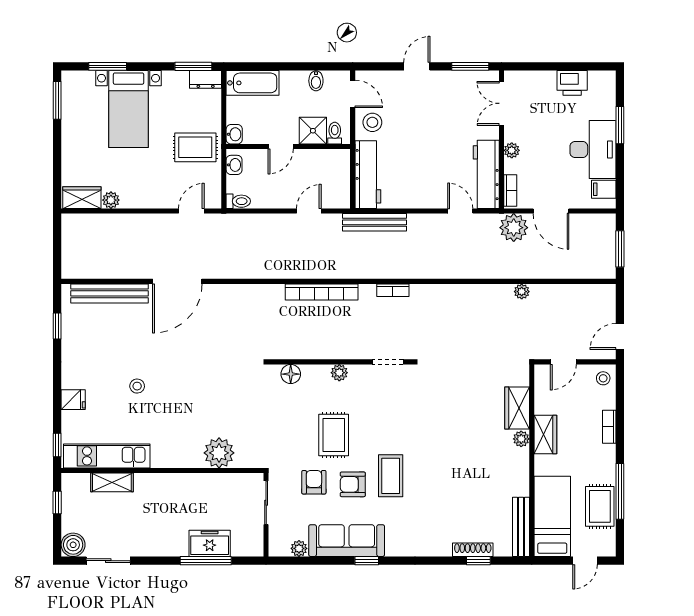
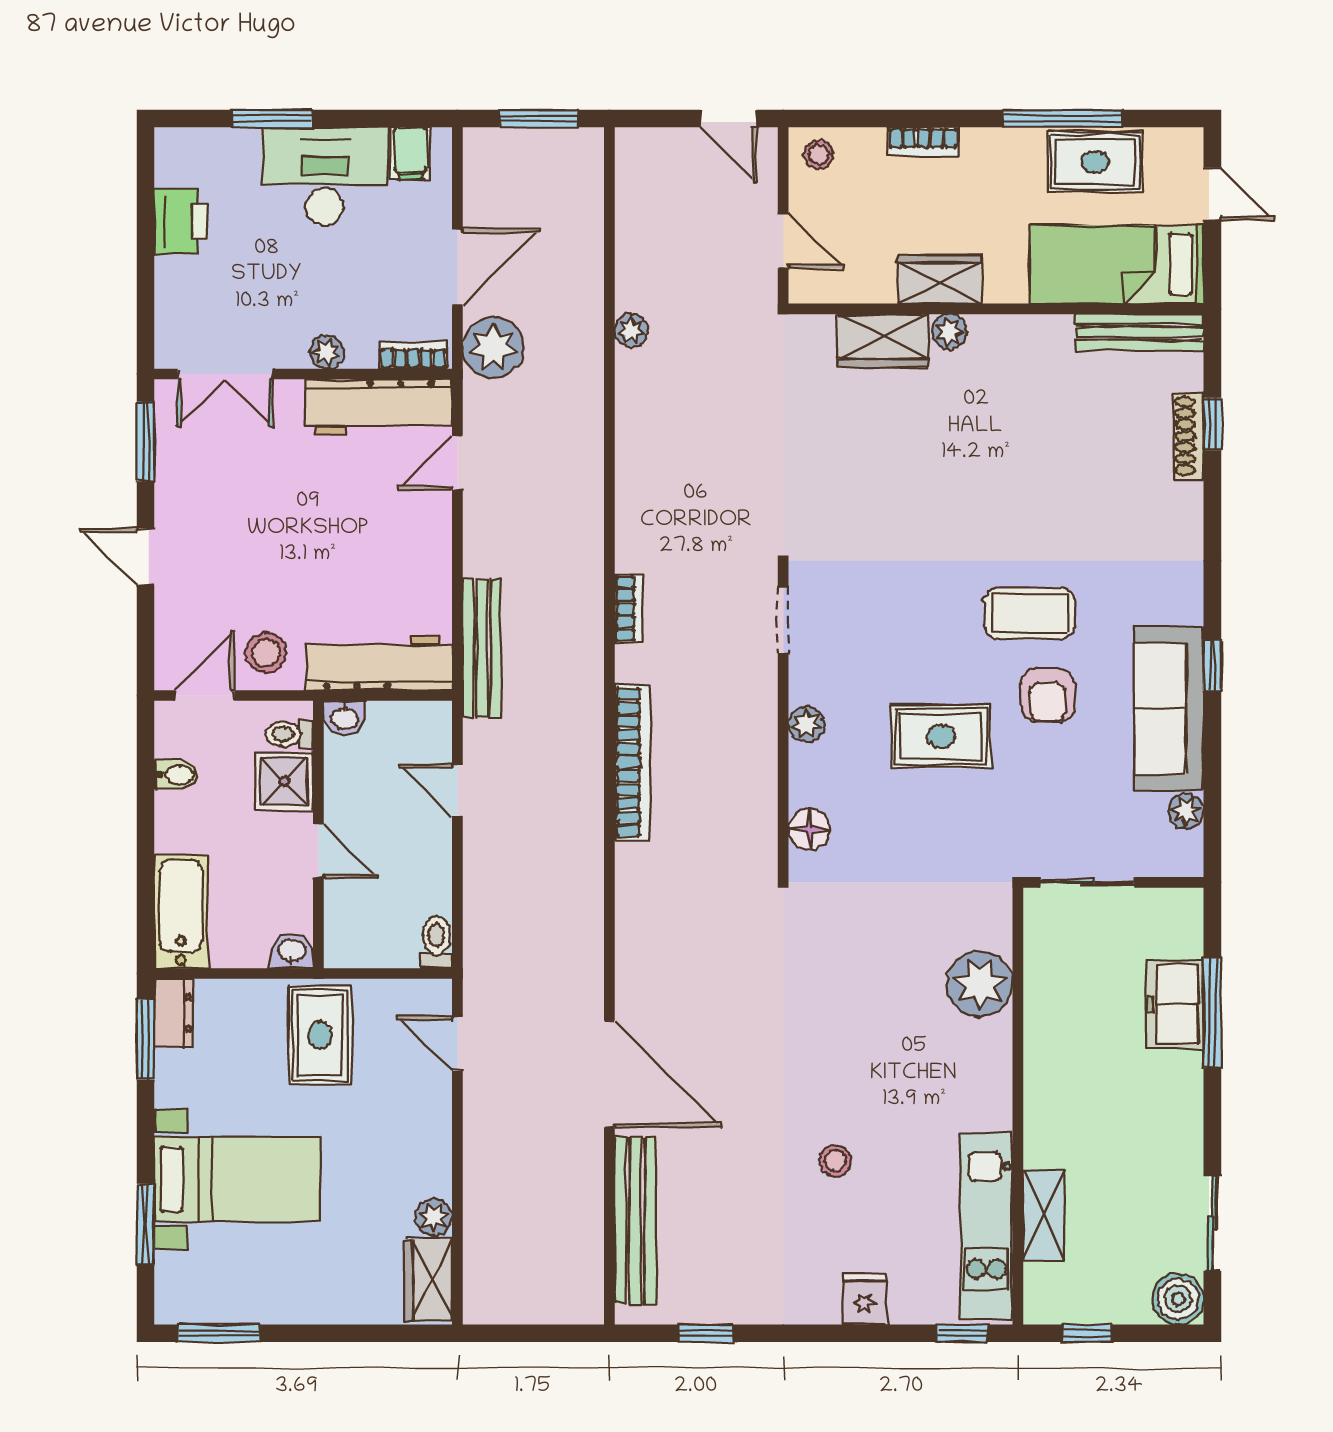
washbasin: (234, 165) -> (345, 718), moved, turned 180
armchair: (314, 482) -> (1043, 779), removed

